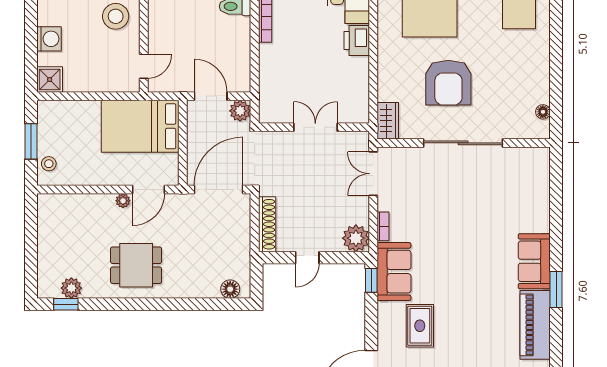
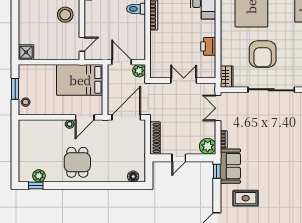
washing machine: (49, 39) -> (26, 28), removed
printer: (357, 41) -> (208, 46), moved
dining table: (136, 265) -> (77, 162), turned 90
rug: (420, 326) -> (246, 198), turned 90

